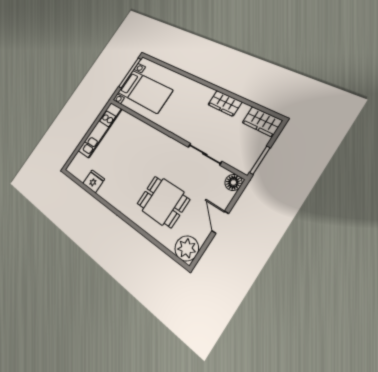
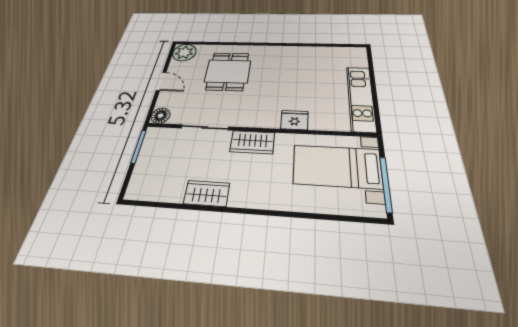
wardrobe: (262, 122) -> (252, 142), moved, turned 180
fridge: (94, 181) -> (294, 120), moved, turned 180
dining table: (163, 202) -> (228, 71), turned 90

